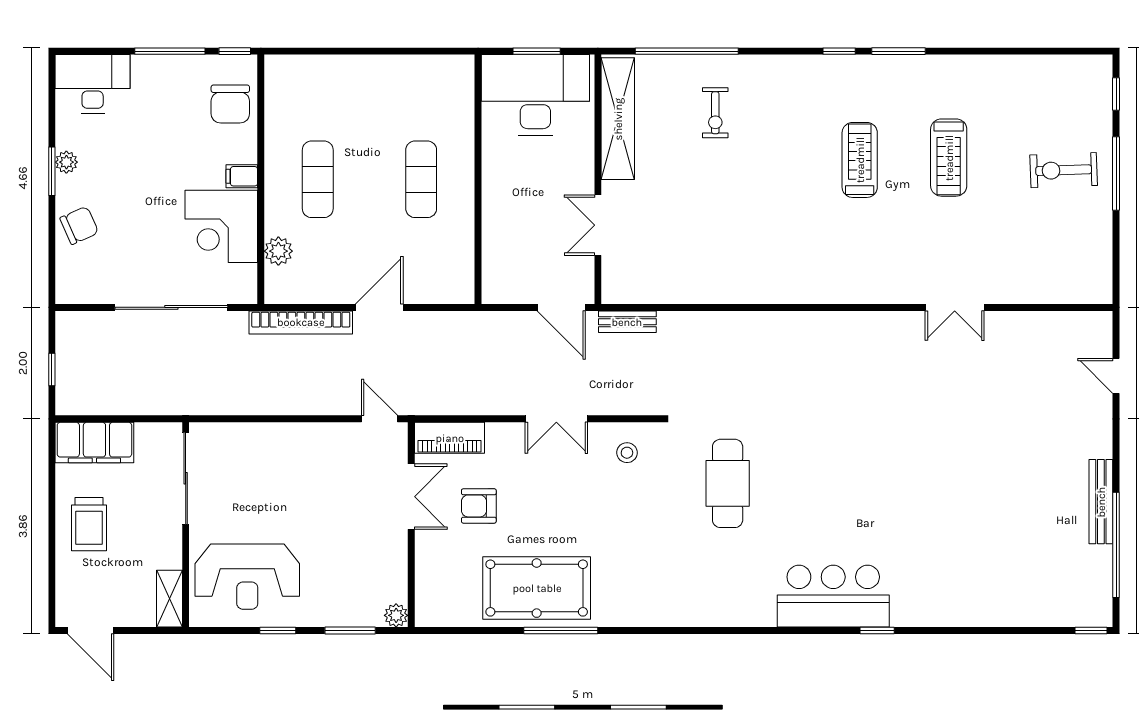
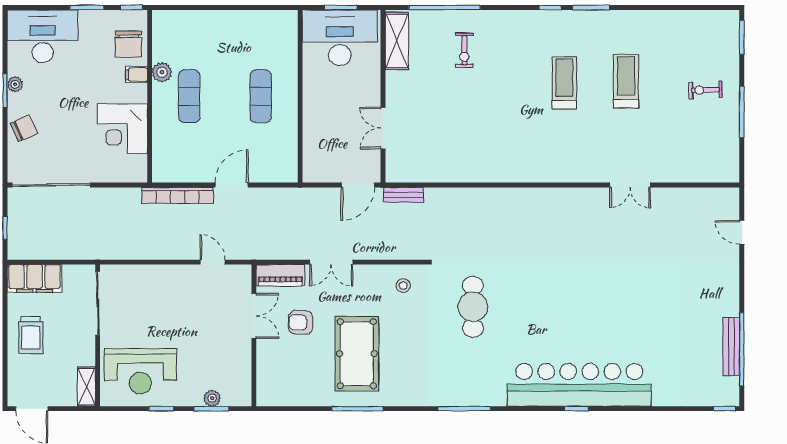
window: (170, 51) -> (87, 8), width x0.69
desk: (93, 84) -> (43, 36), width x1.36, depth x1.30
window: (1116, 94) -> (742, 37), width x1.50
shelving: (618, 119) -> (397, 41), width x0.68
treadmill: (949, 158) -> (626, 81), turned 180
exercise bike: (1064, 170) -> (706, 90), width x0.73, depth x0.72
window: (1116, 173) -> (742, 112), moved
filing cabinet: (242, 176) -> (137, 75), moved
plant: (278, 251) -> (162, 72), moved
sliding door: (171, 307) -> (51, 185), moved
door: (561, 307) -> (358, 185), hinge flipped
door: (379, 419) -> (213, 262), moved
double door: (556, 419) -> (331, 262), moved
bench: (1101, 502) -> (731, 347), moved
pool table: (537, 588) -> (357, 354), moved, turned 90
bar counter: (833, 596) -> (579, 385), width x1.86
plant: (396, 615) -> (212, 398), moved
window: (715, 631) -> (464, 409), added

